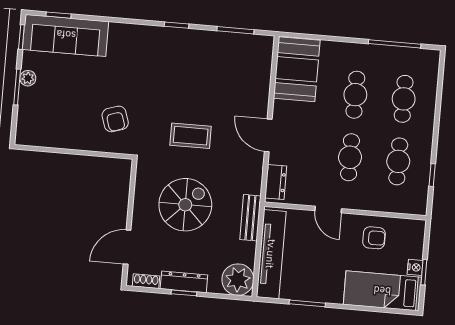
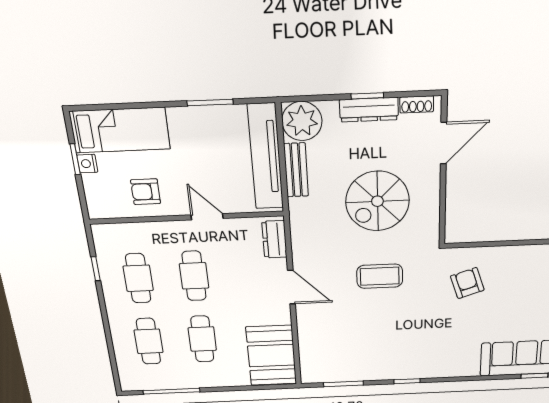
bench: (250, 218) -> (296, 170), moved

